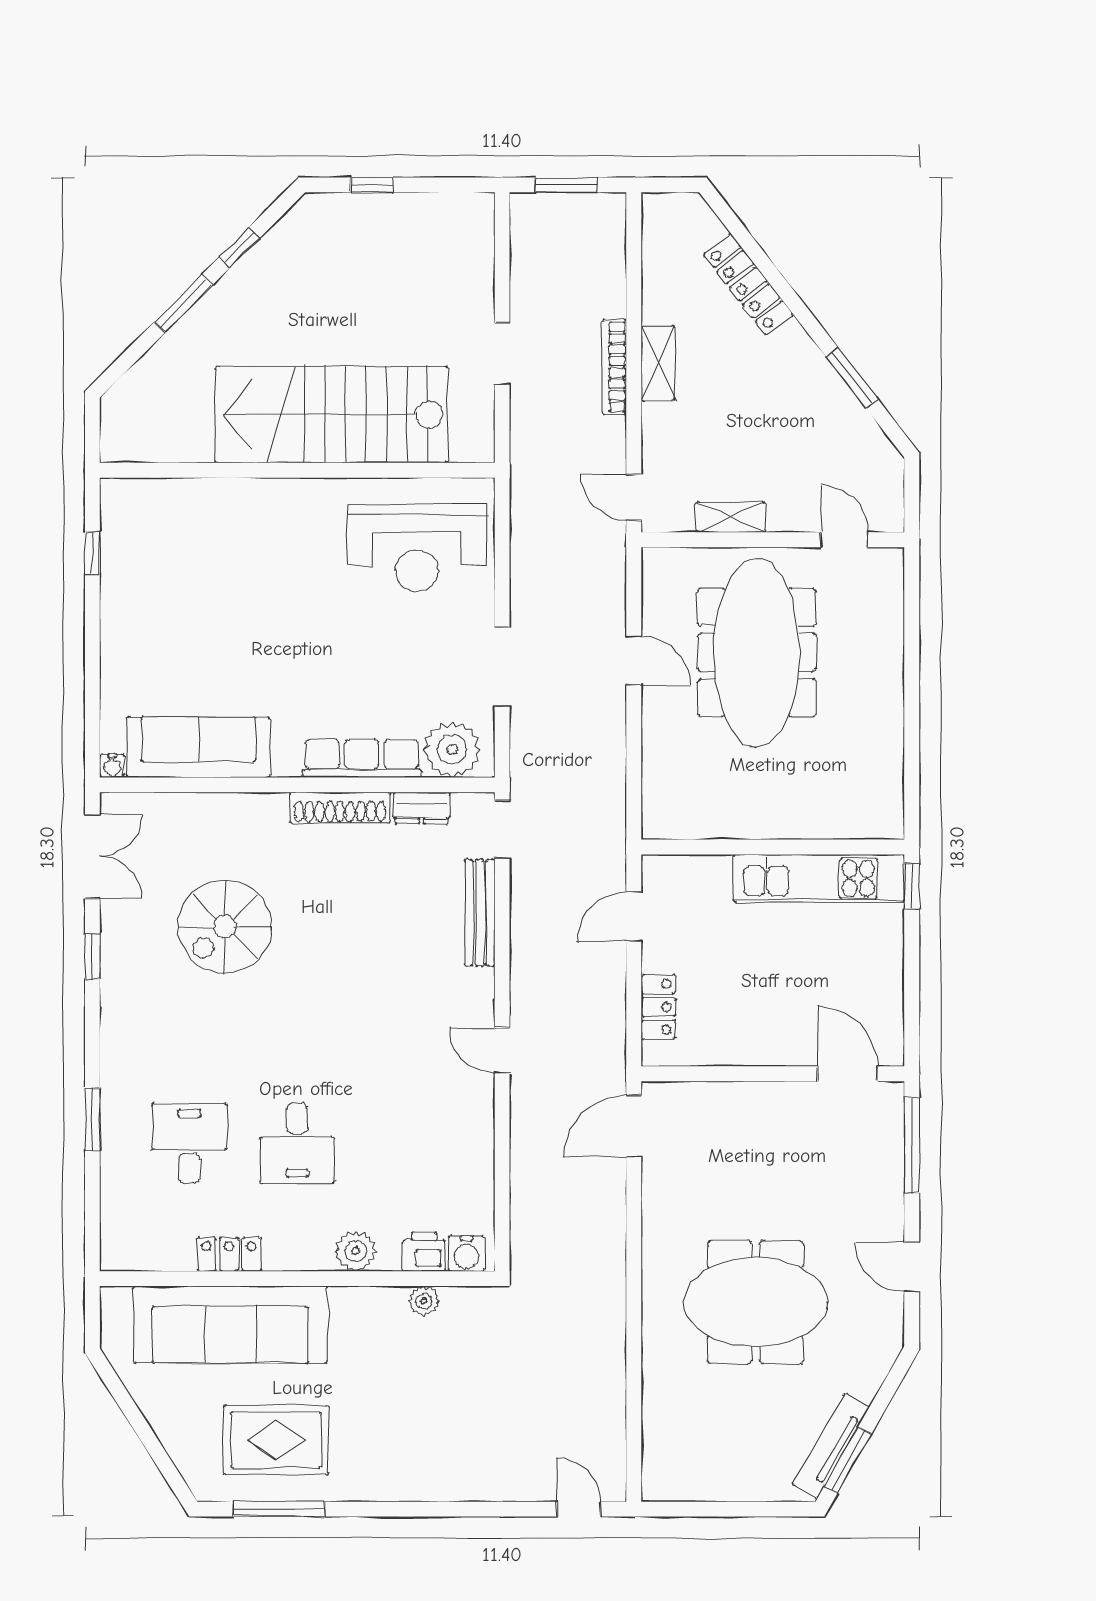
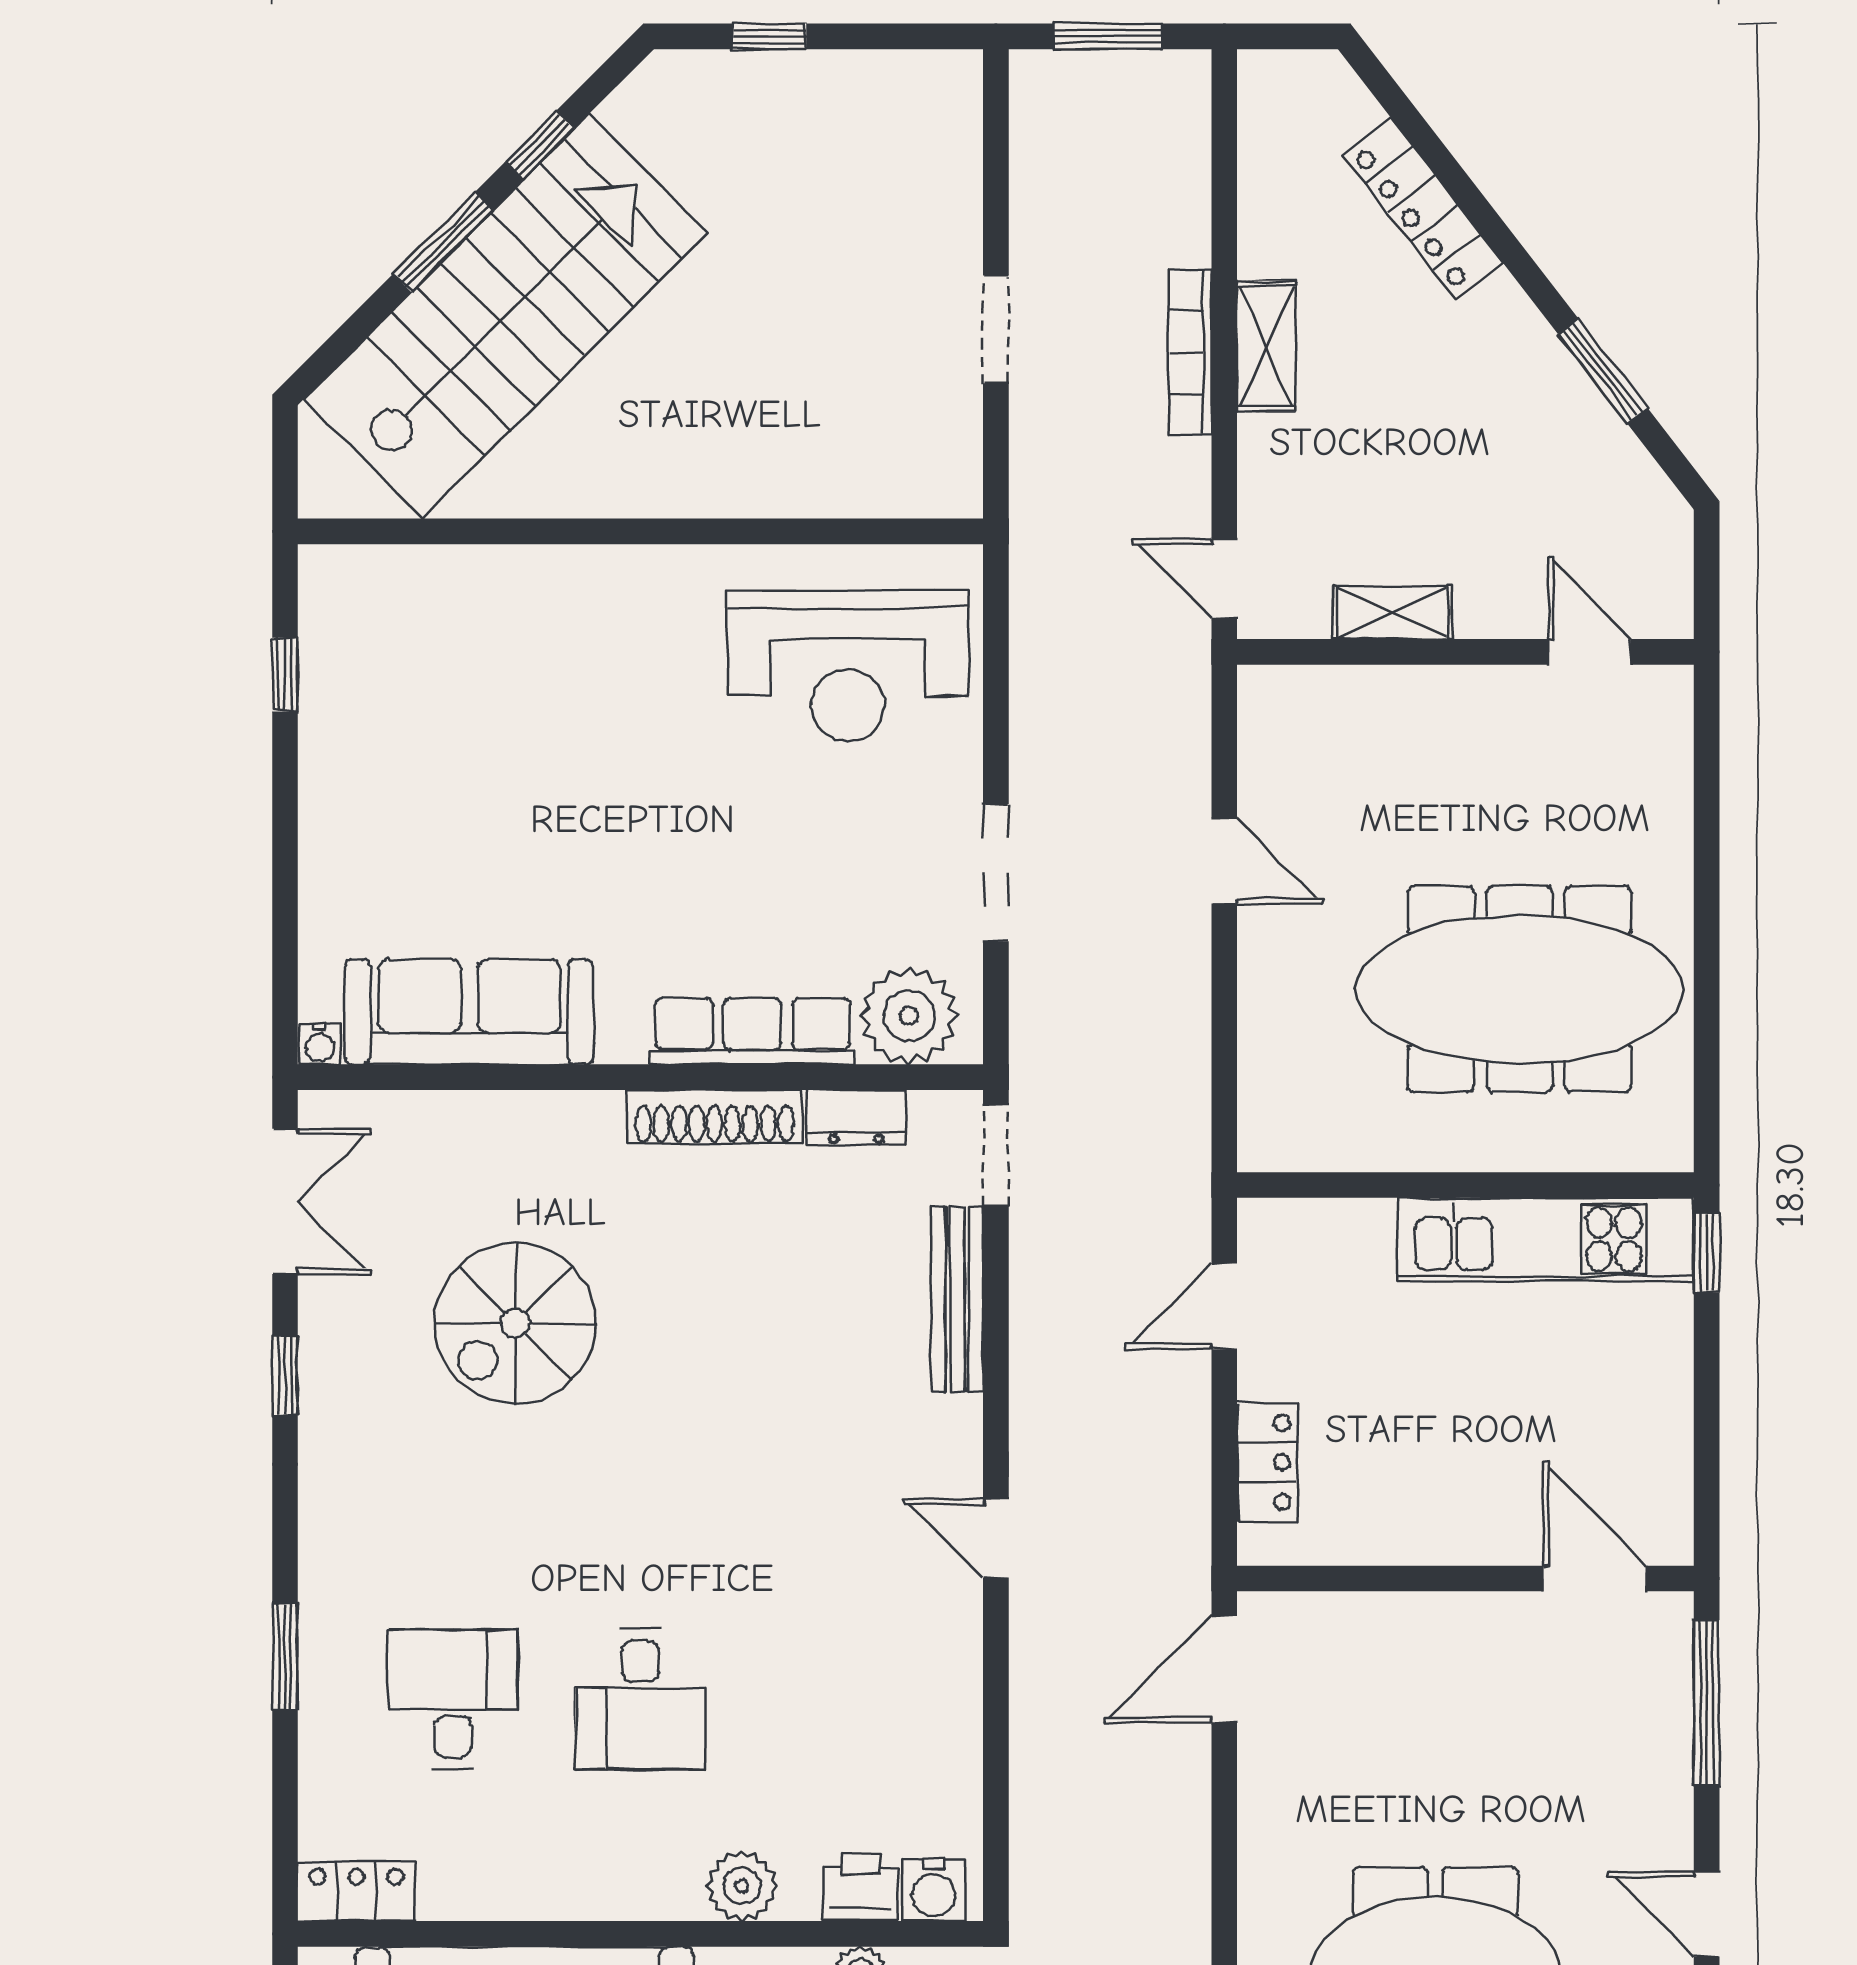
stairs: (331, 414) -> (506, 316), moved, turned 135
meeting table: (757, 652) -> (1520, 989), moved, turned 90
locker: (229, 1254) -> (356, 1892), moved

